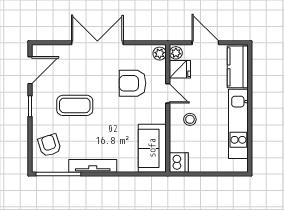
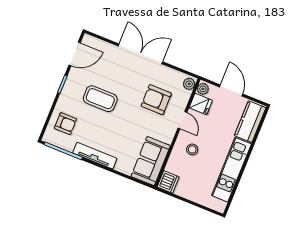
armchair: (49, 145) -> (65, 124), turned 108

